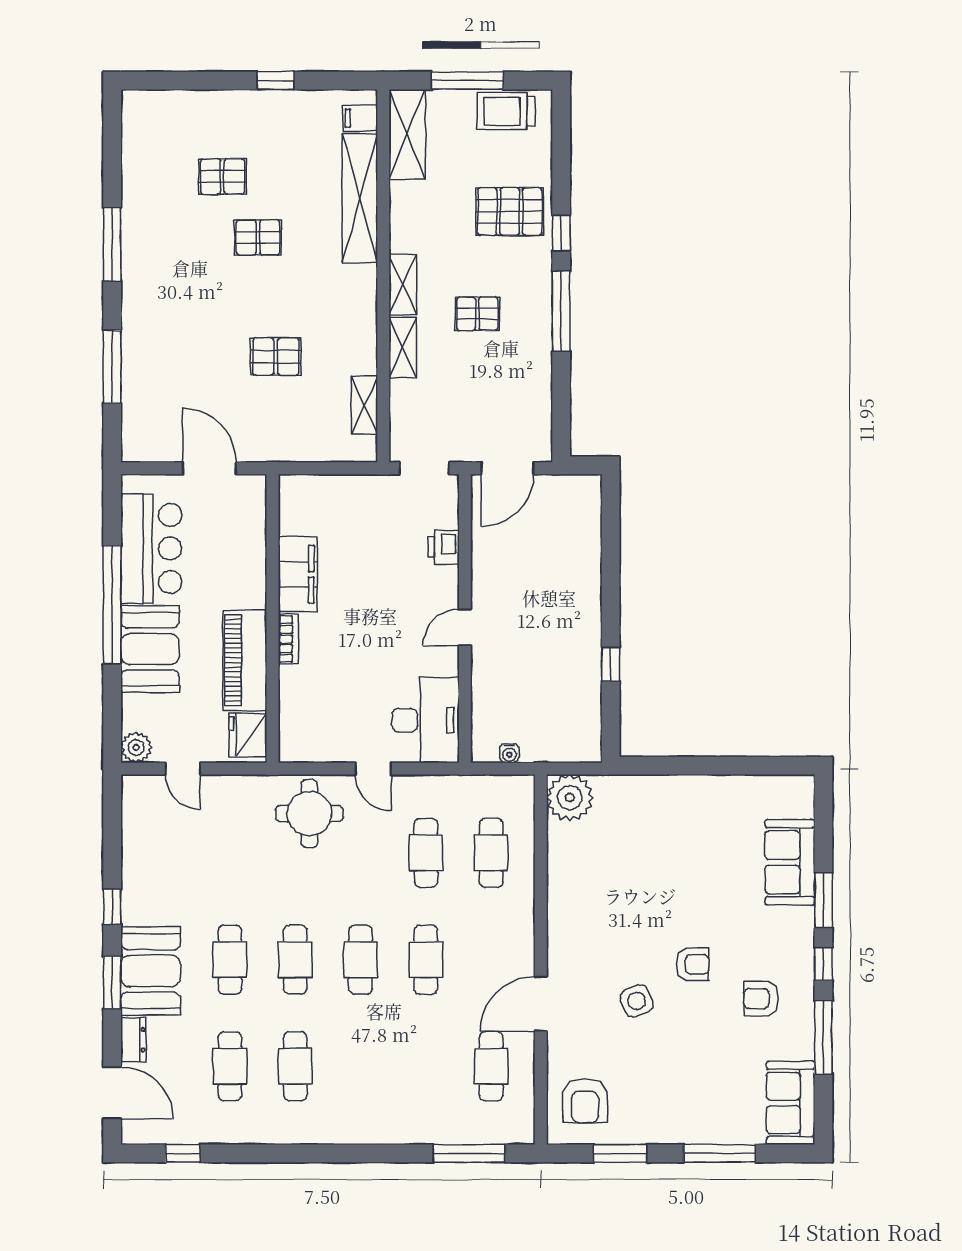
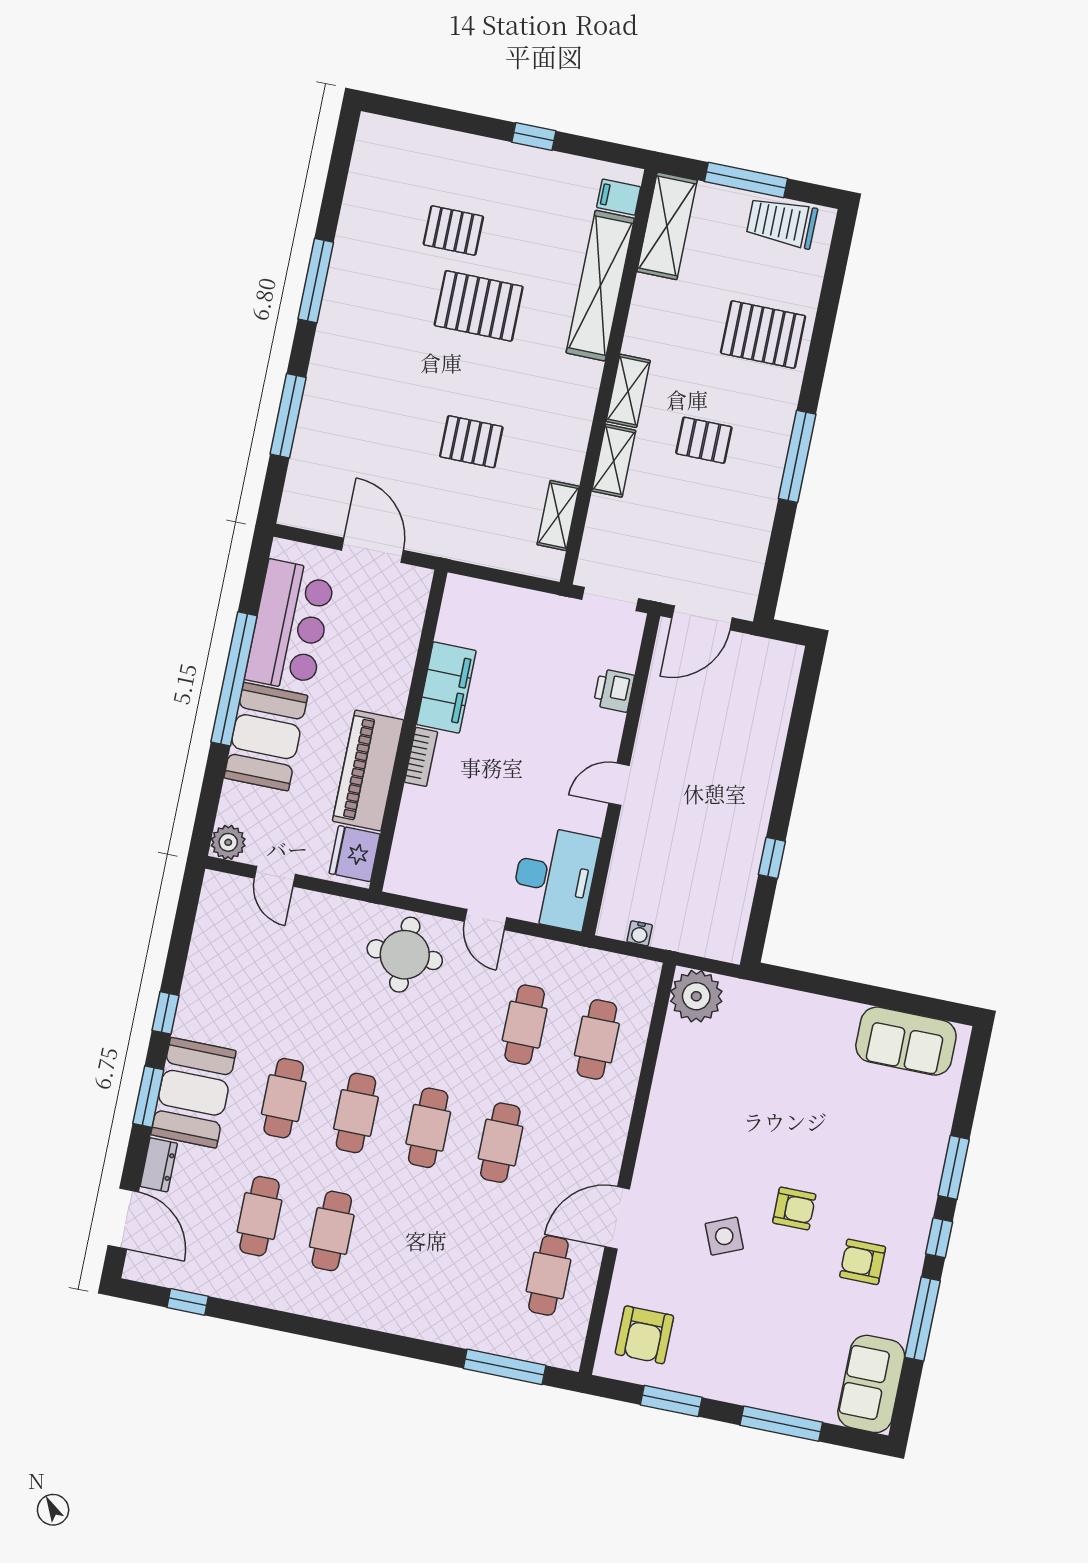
window: (561, 233) -> (815, 370), removed
pallet: (258, 237) -> (479, 306), width x1.50, depth x1.42
sofa: (790, 862) -> (906, 1041), moved, turned -90

